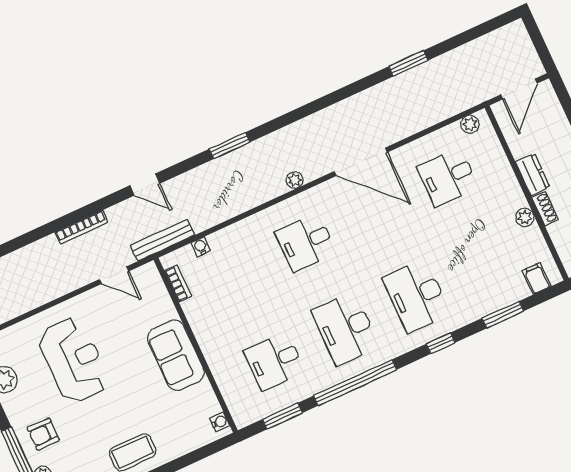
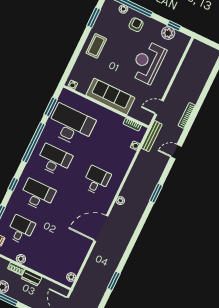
desk: (448, 177) -> (21, 230), moved
sofa: (176, 355) -> (110, 96), width x1.36
reception desk: (74, 360) -> (148, 62), turned 90
desk: (275, 361) -> (71, 125), width x1.87, depth x1.30

